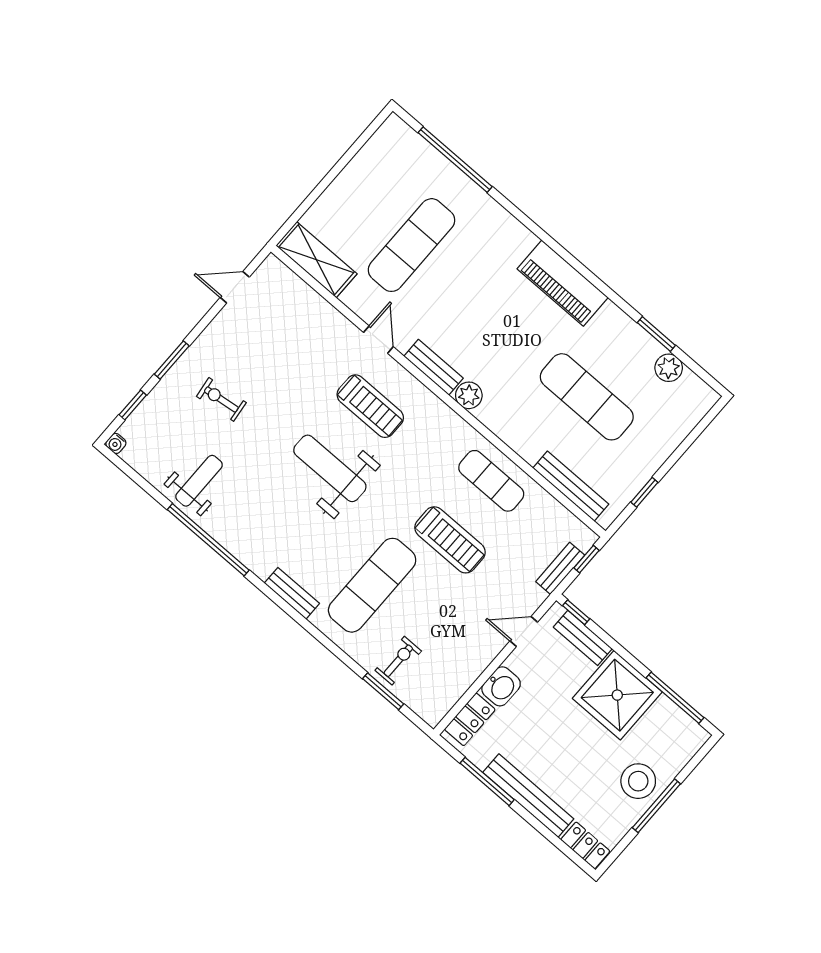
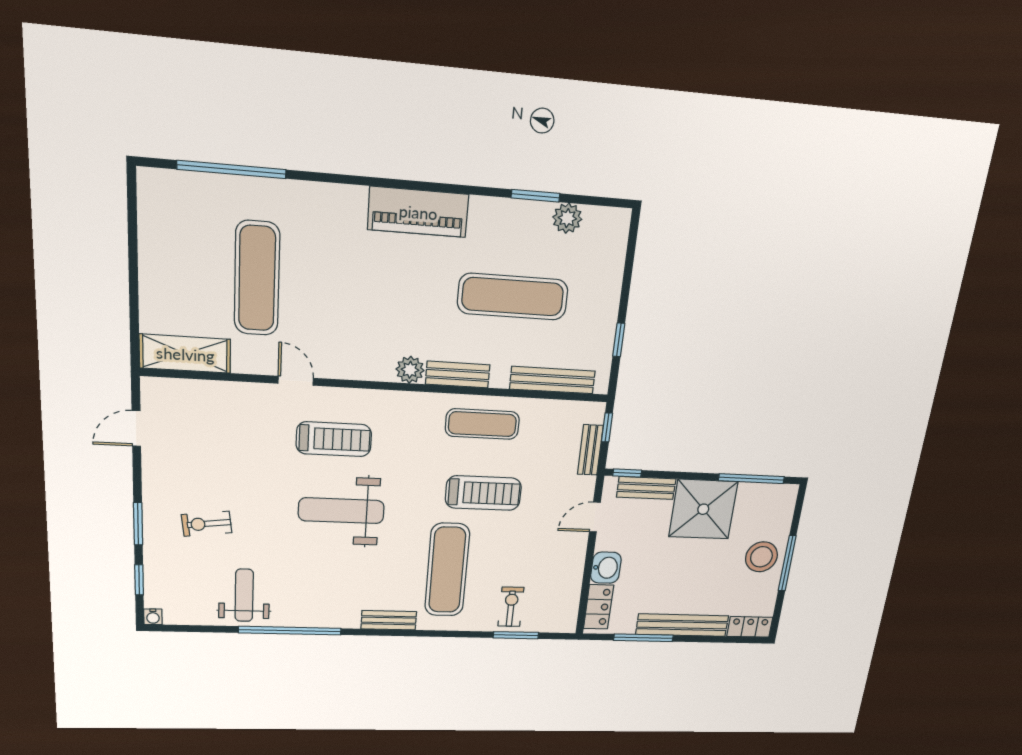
bench: (434, 367) -> (458, 374), moved

